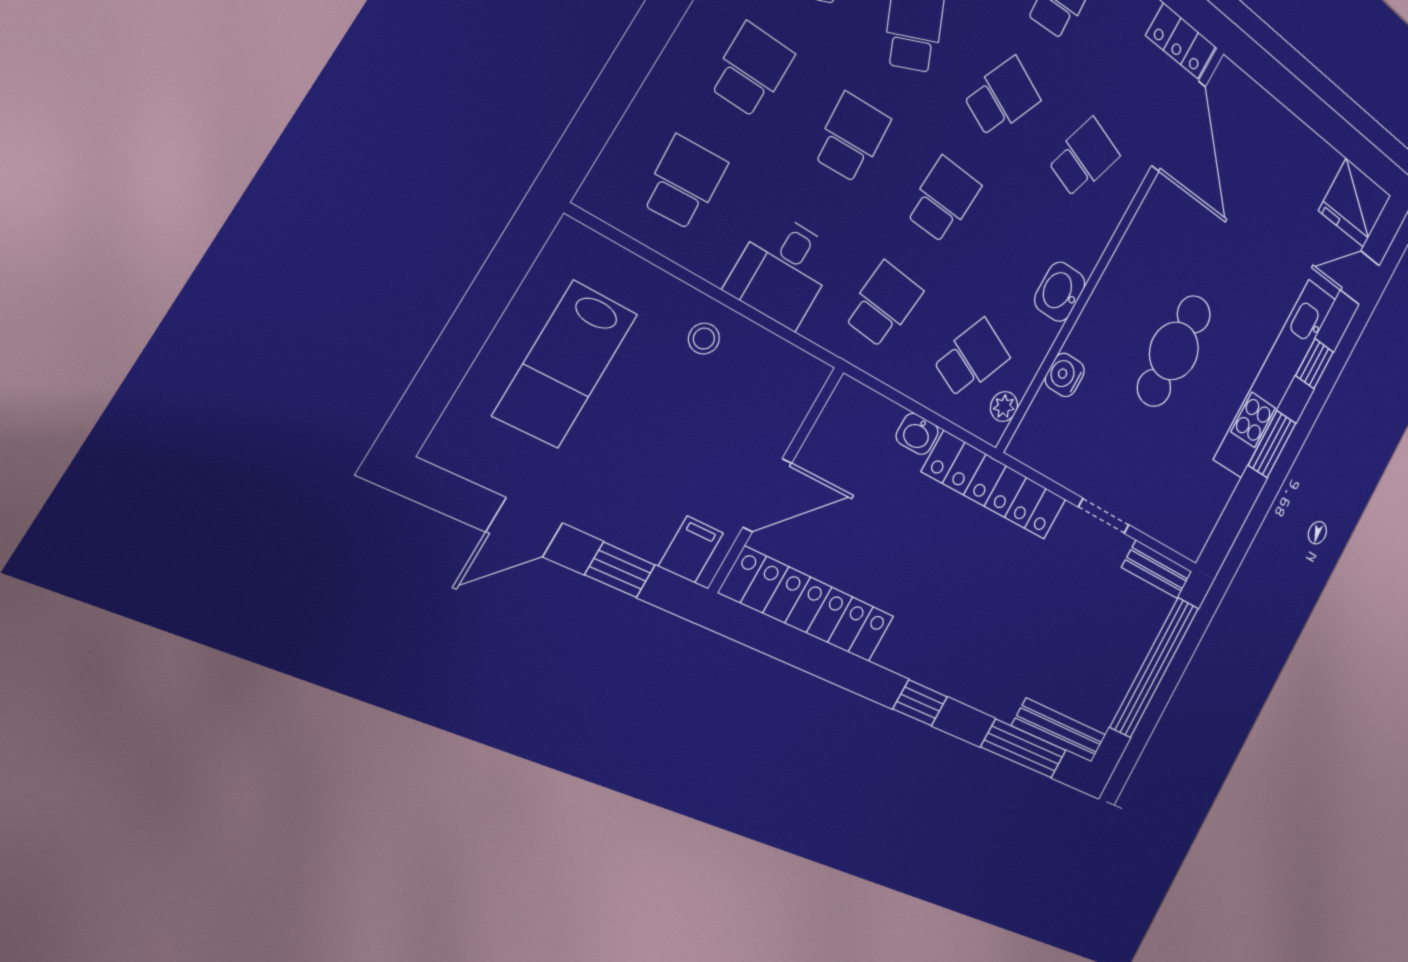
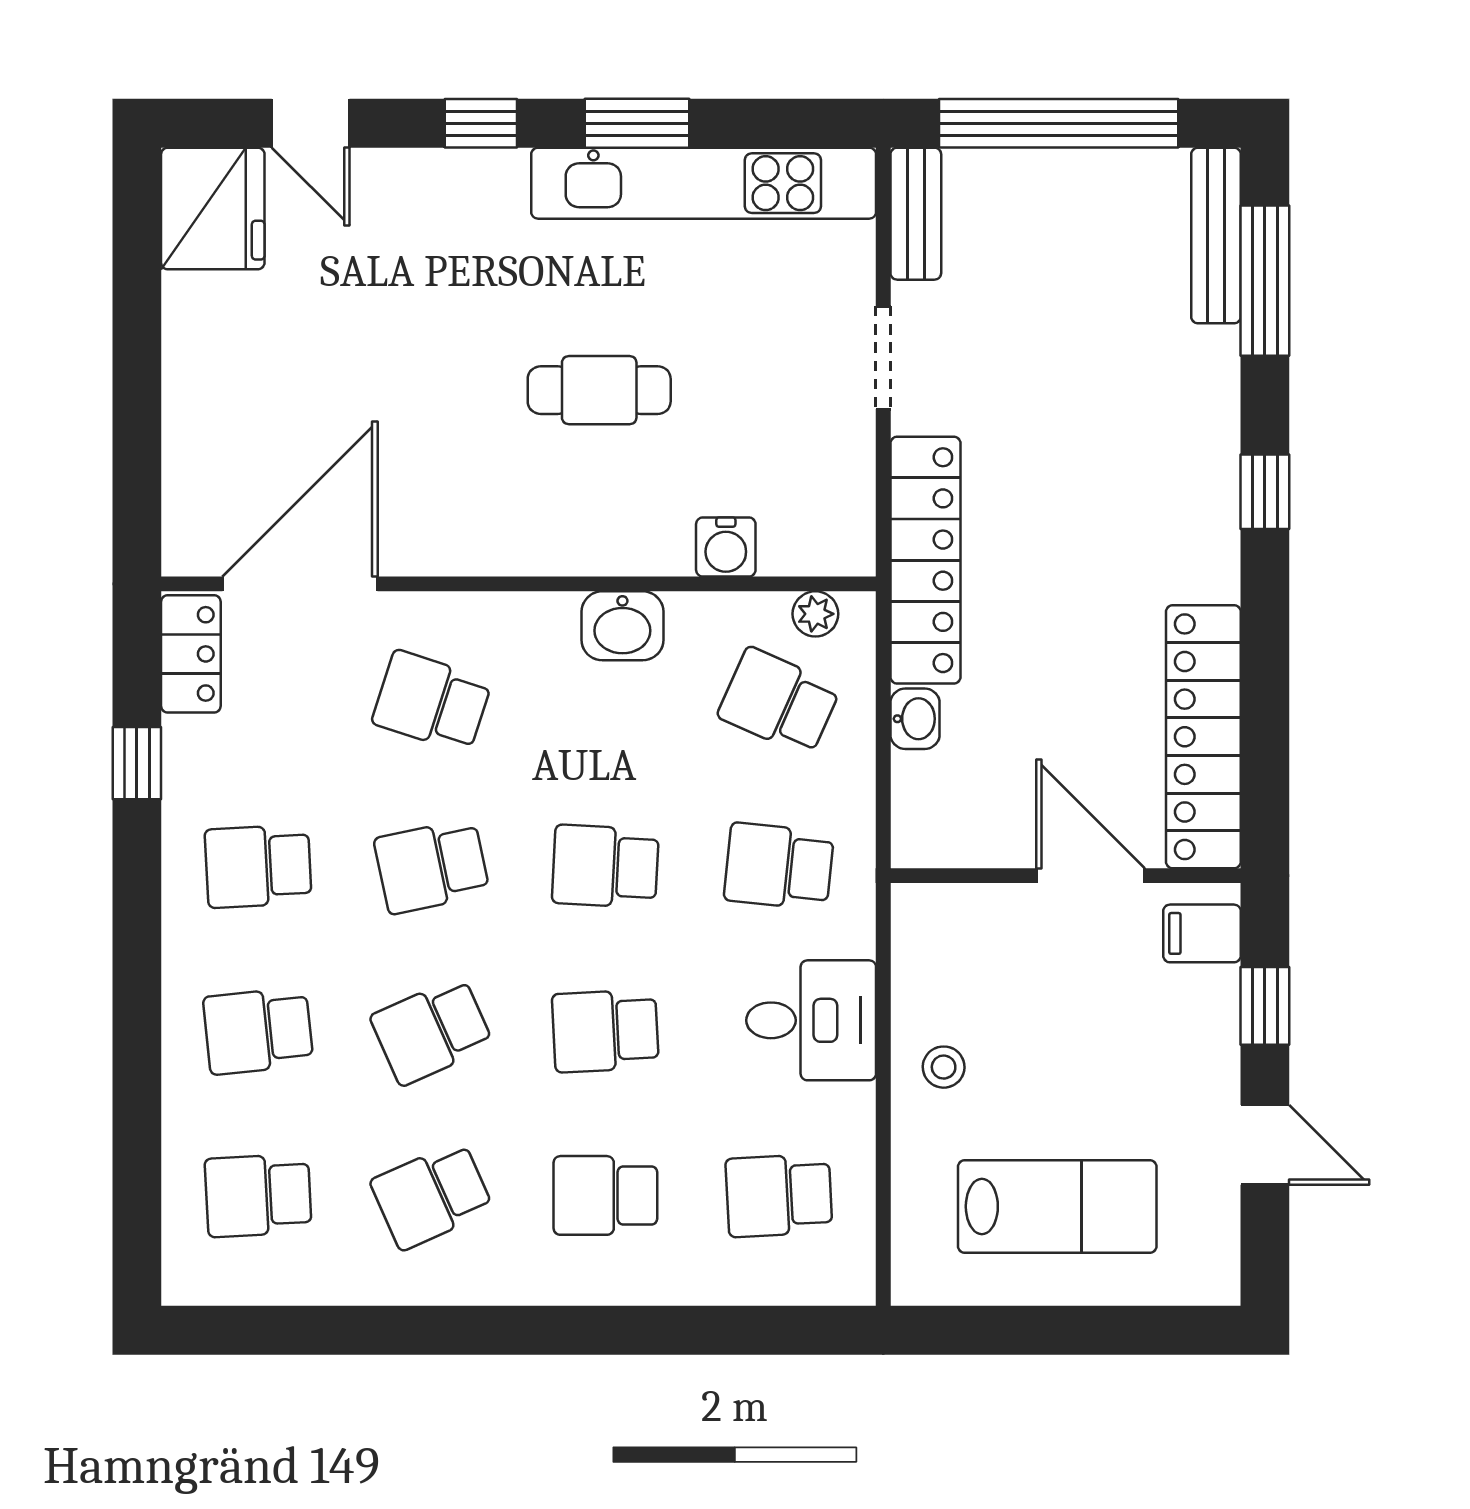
school desk: (1002, 97) -> (432, 866), turned -36
cafe table: (1174, 351) -> (599, 390), width x0.73, depth x0.74
kitchen unit: (1275, 379) -> (704, 183), moved

